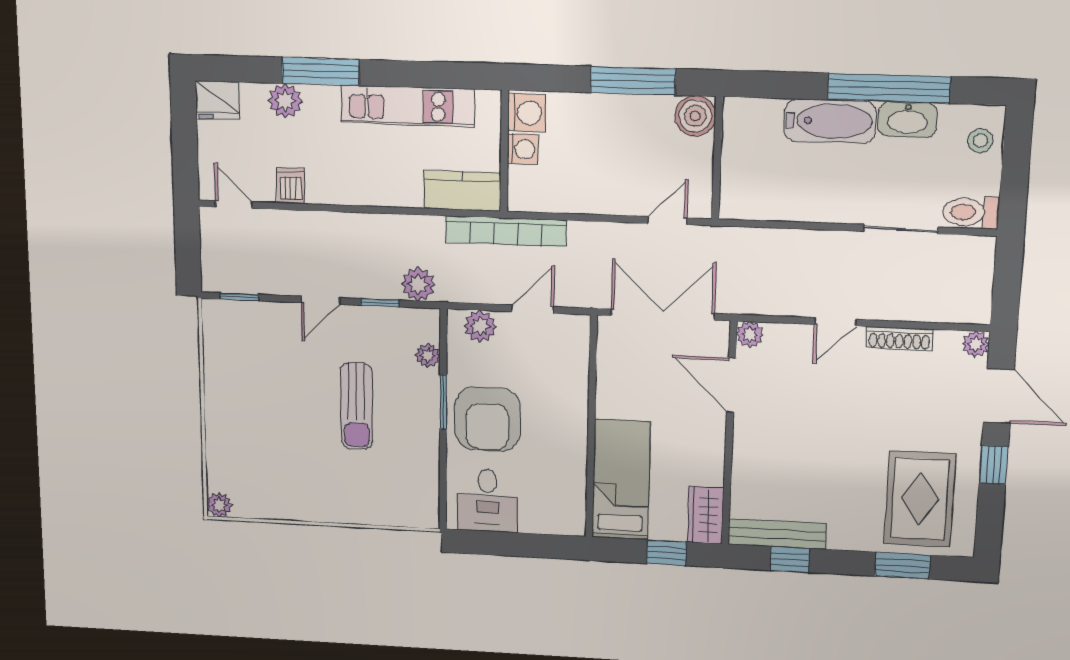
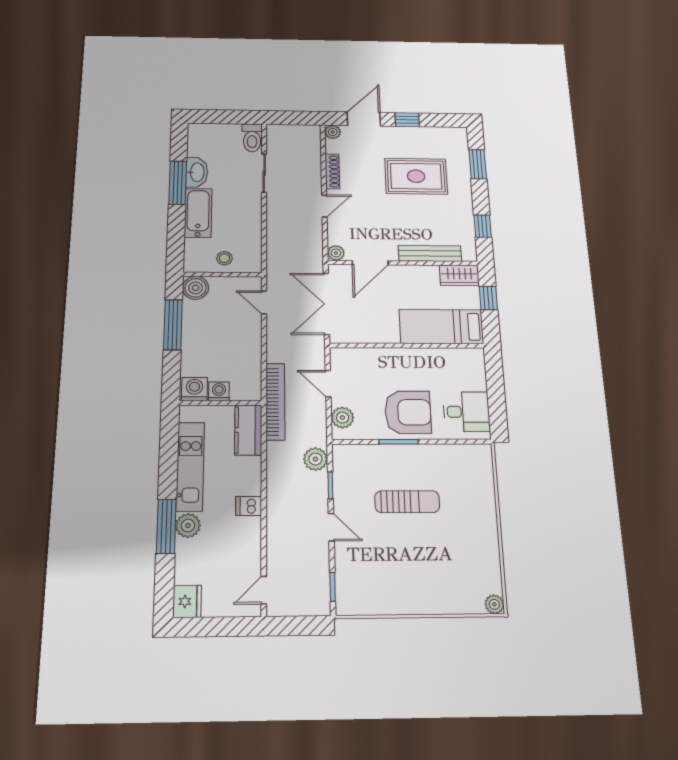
window: (889, 88) -> (178, 183), width x0.68
plant: (285, 101) -> (188, 525), moved
stool: (980, 141) -> (224, 258), moved
dishwasher: (291, 186) -> (249, 506), moved
door: (835, 322) -> (324, 206), hinge flipped
plant: (428, 355) -> (366, 452), removed
rug: (920, 499) -> (416, 176), moved
bench: (777, 534) -> (430, 253), moved, turned 90

